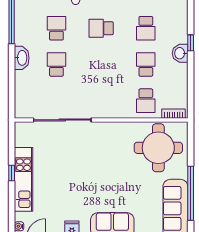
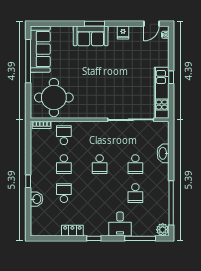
school desk: (101, 28) -> (100, 164), moved, turned 90
washbasin: (180, 53) -> (37, 199), moved
washbasin: (22, 58) -> (163, 153), moved
kitchen unit: (23, 179) -> (162, 93), moved

